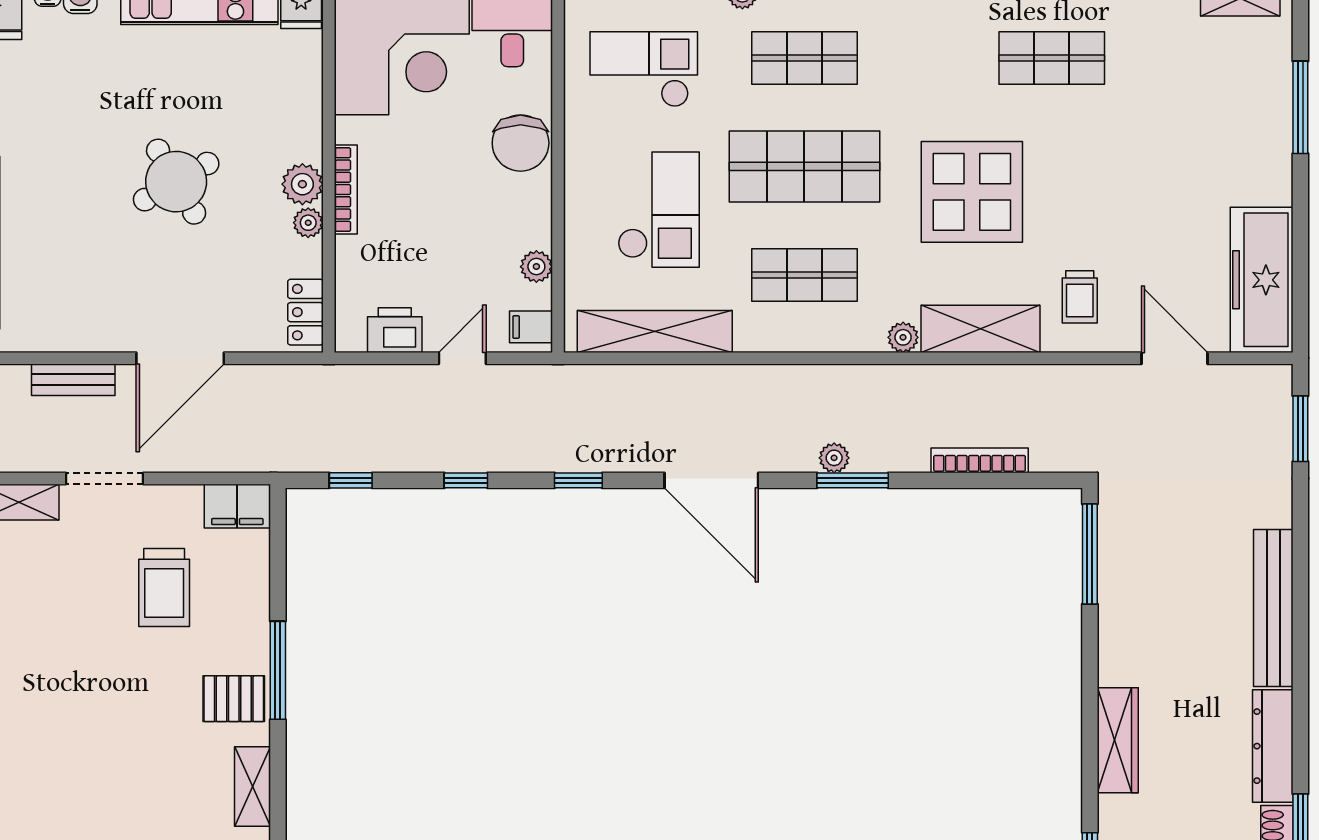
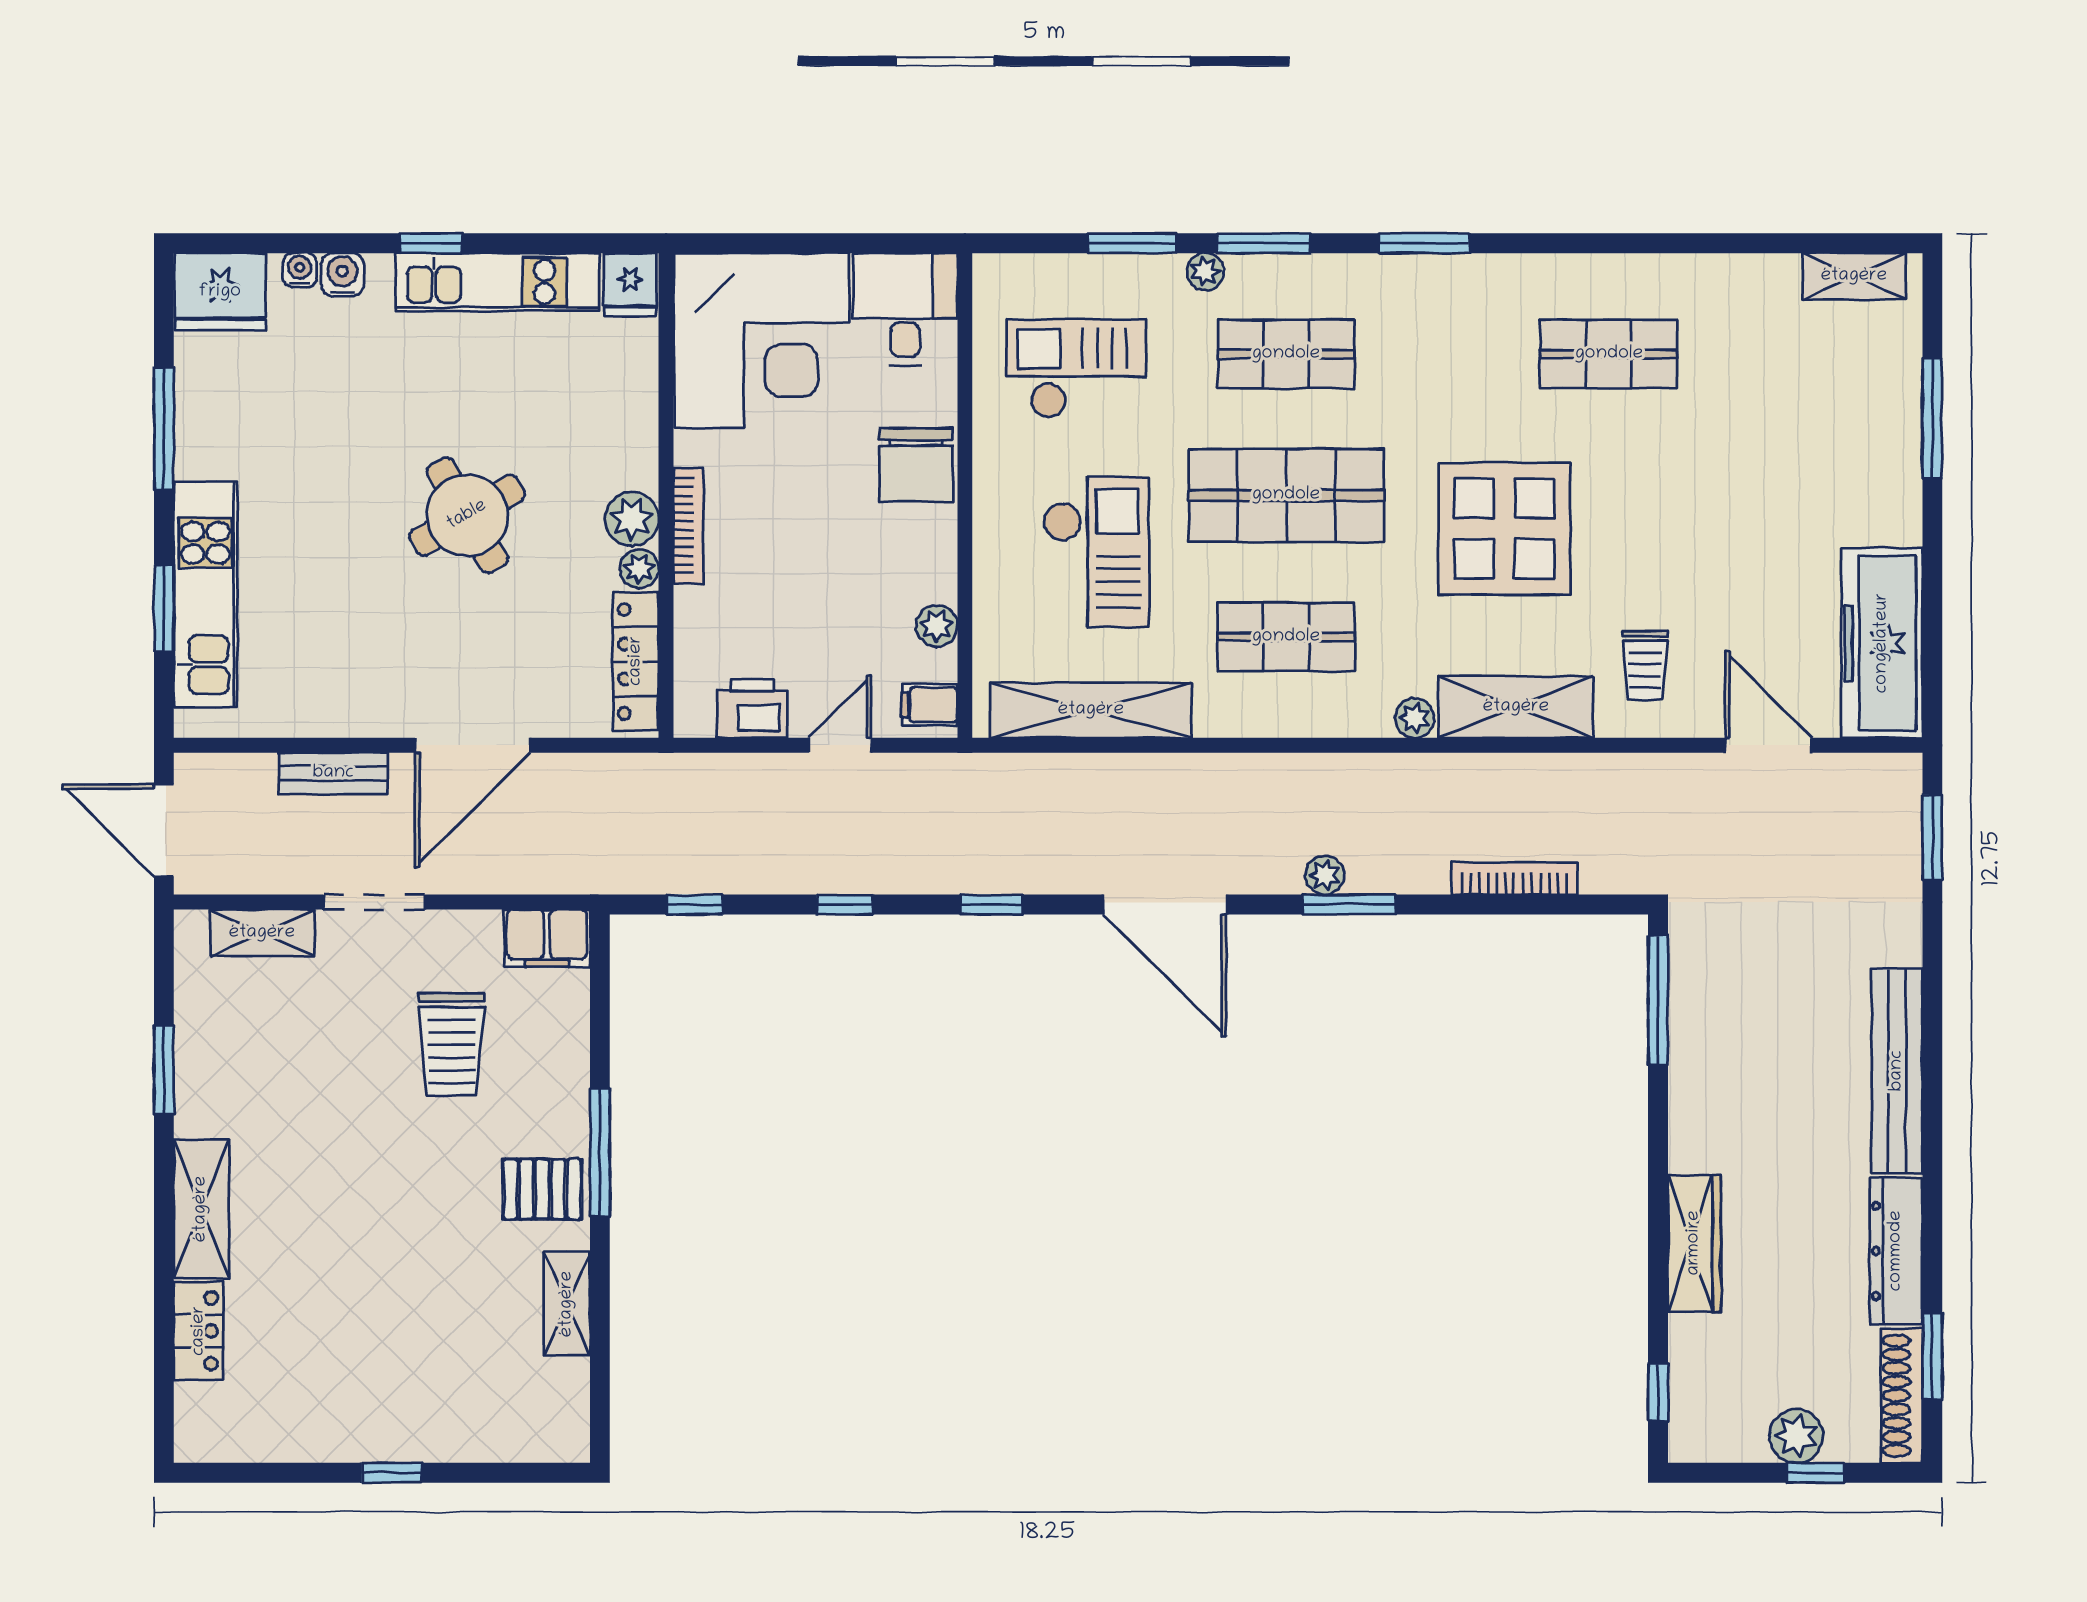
locker: (305, 312) -> (636, 661), width x1.53

